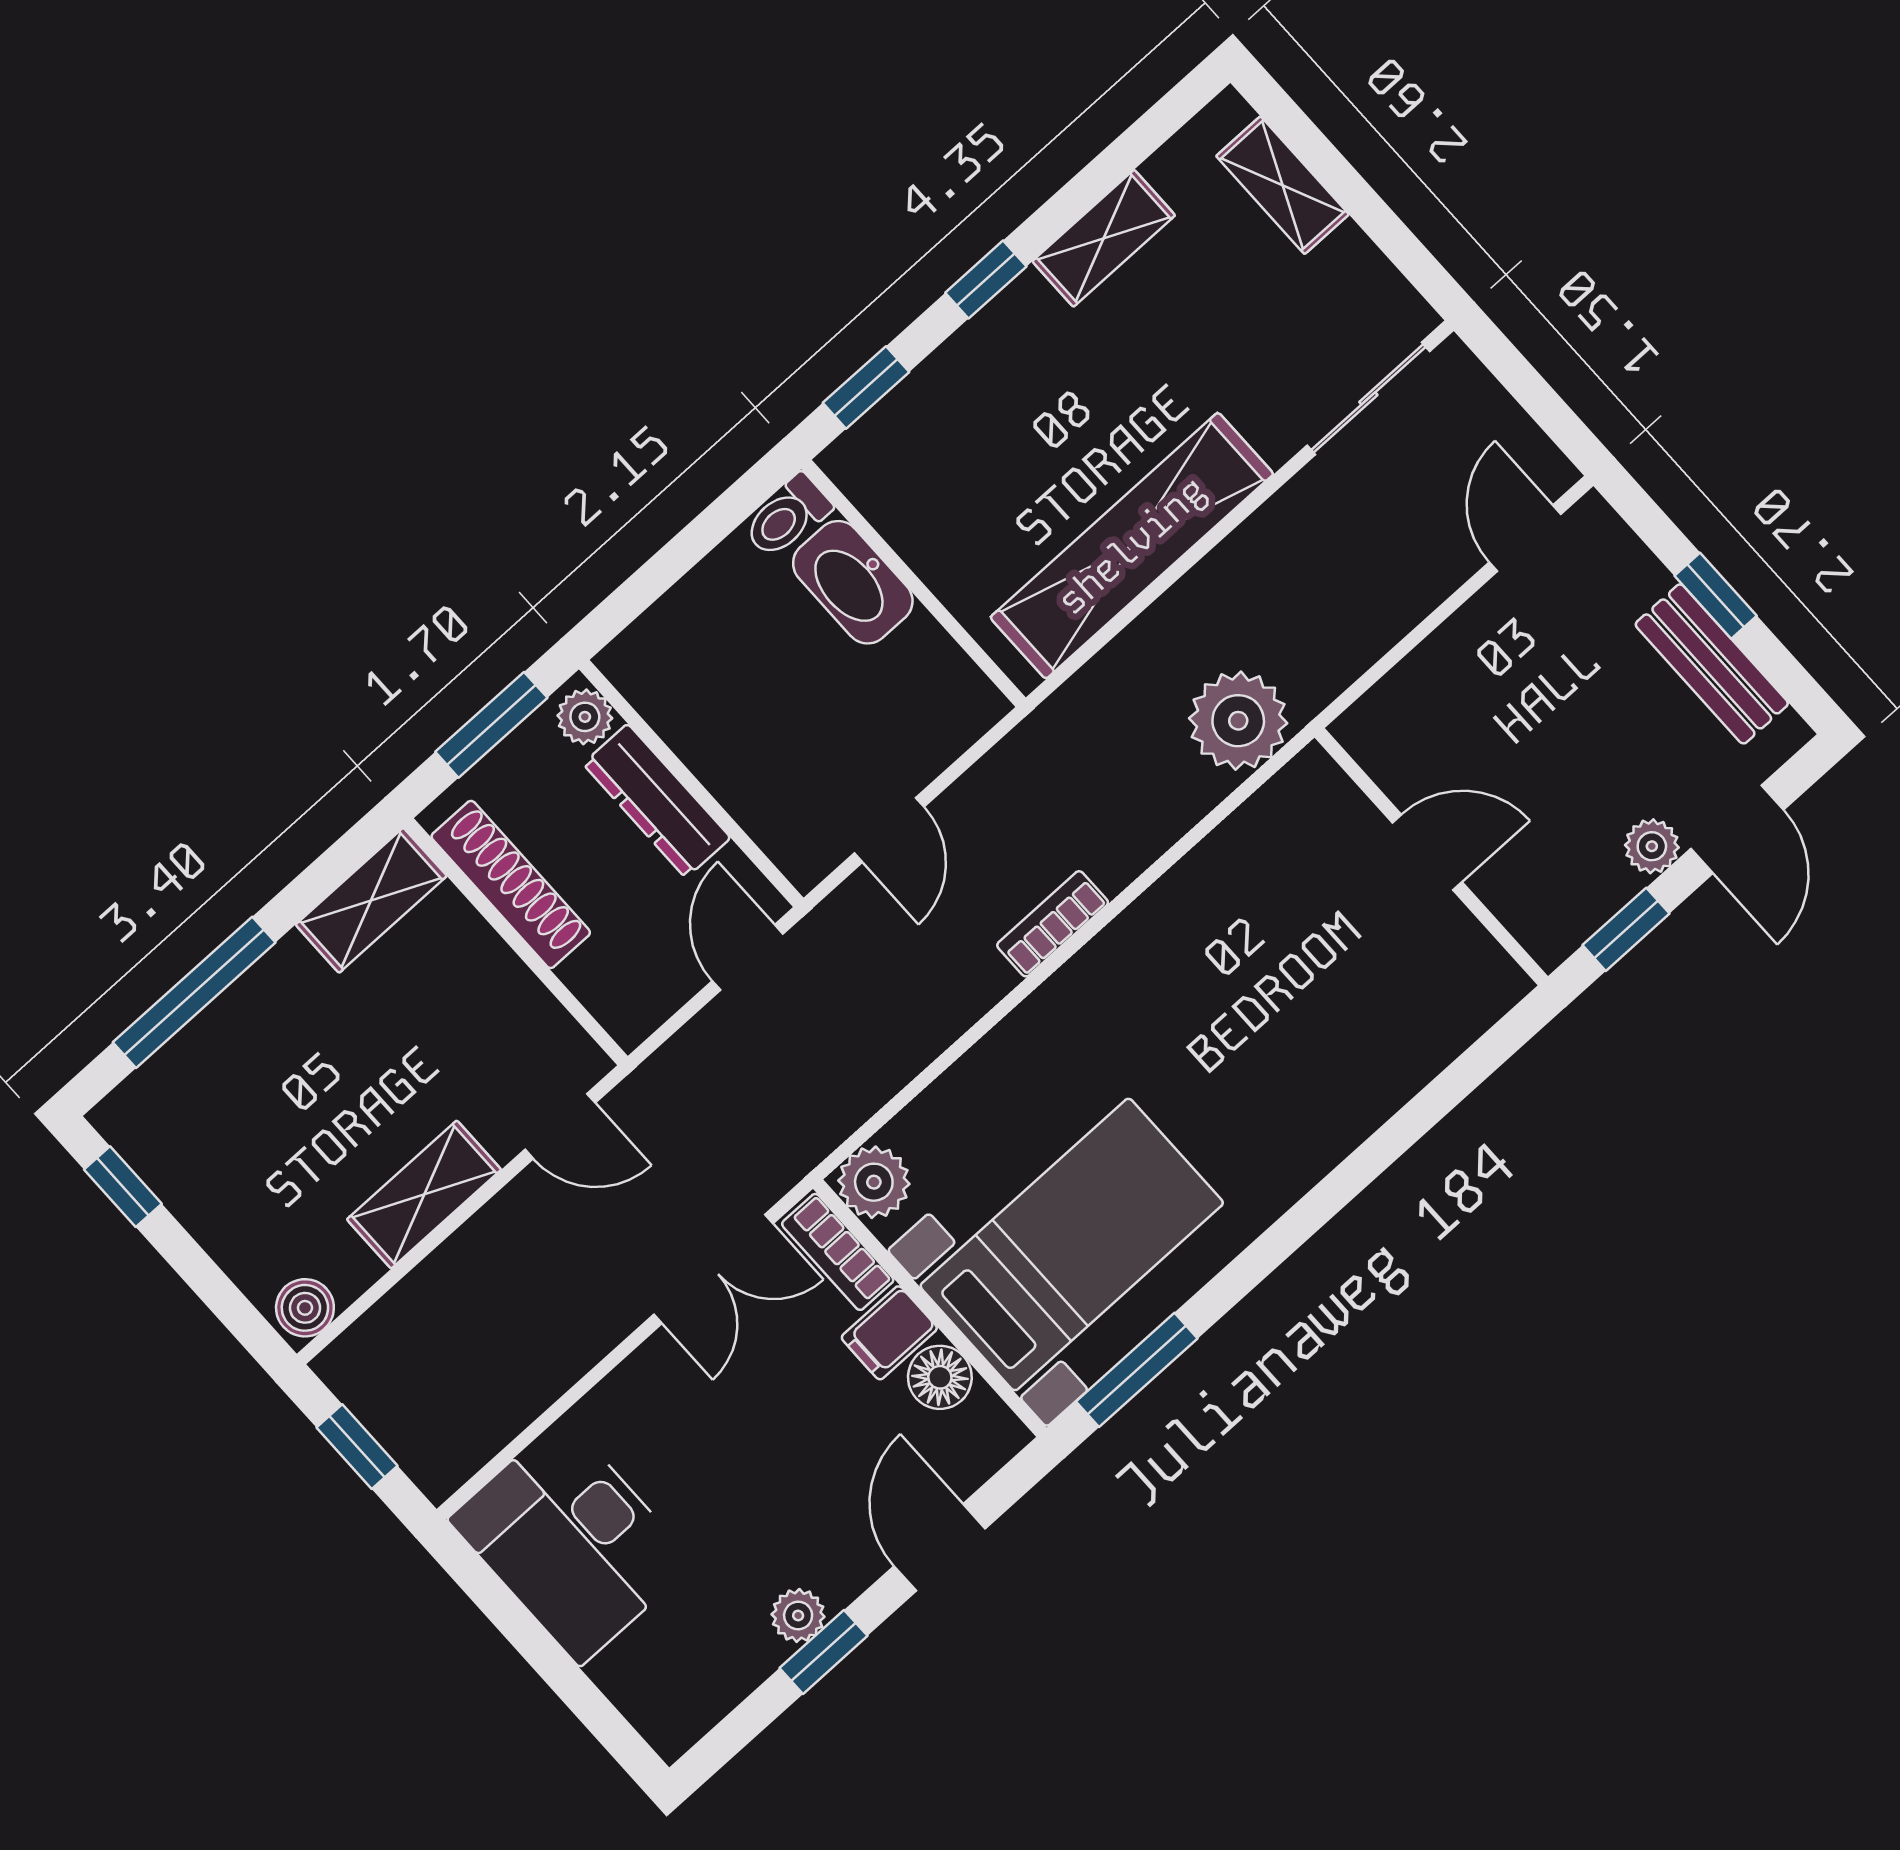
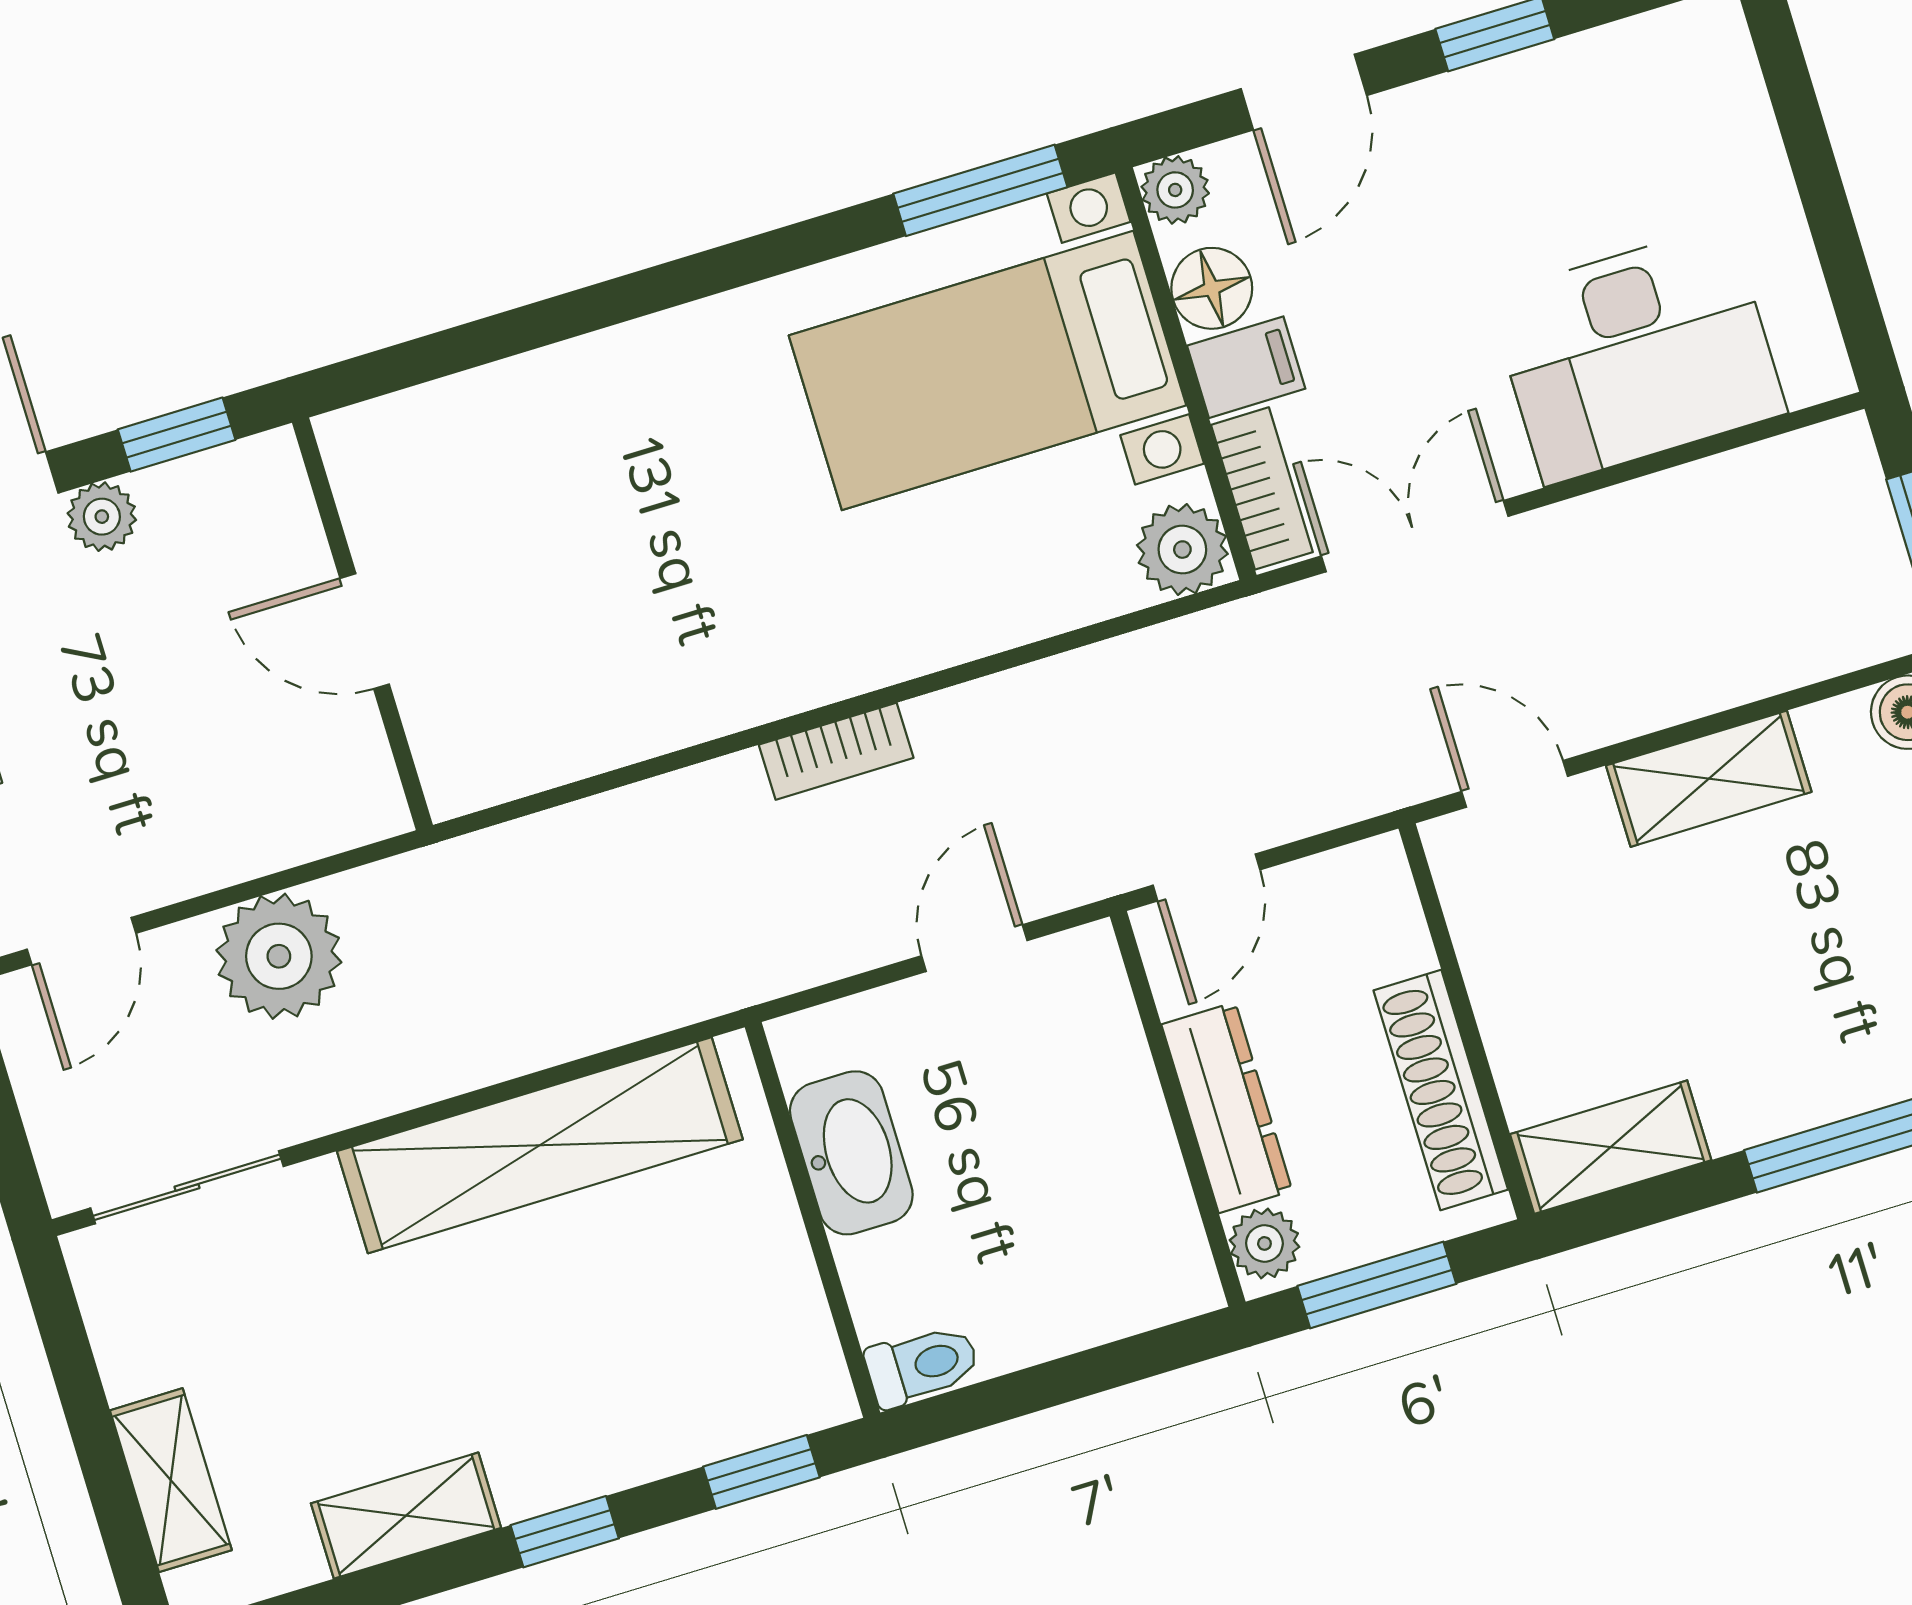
washbasin: (853, 582) -> (851, 1153), moved
plant: (1238, 721) -> (279, 956), moved
desk: (571, 1541) -> (1637, 354), moved, turned 90
plant: (798, 1615) -> (1175, 190), moved

